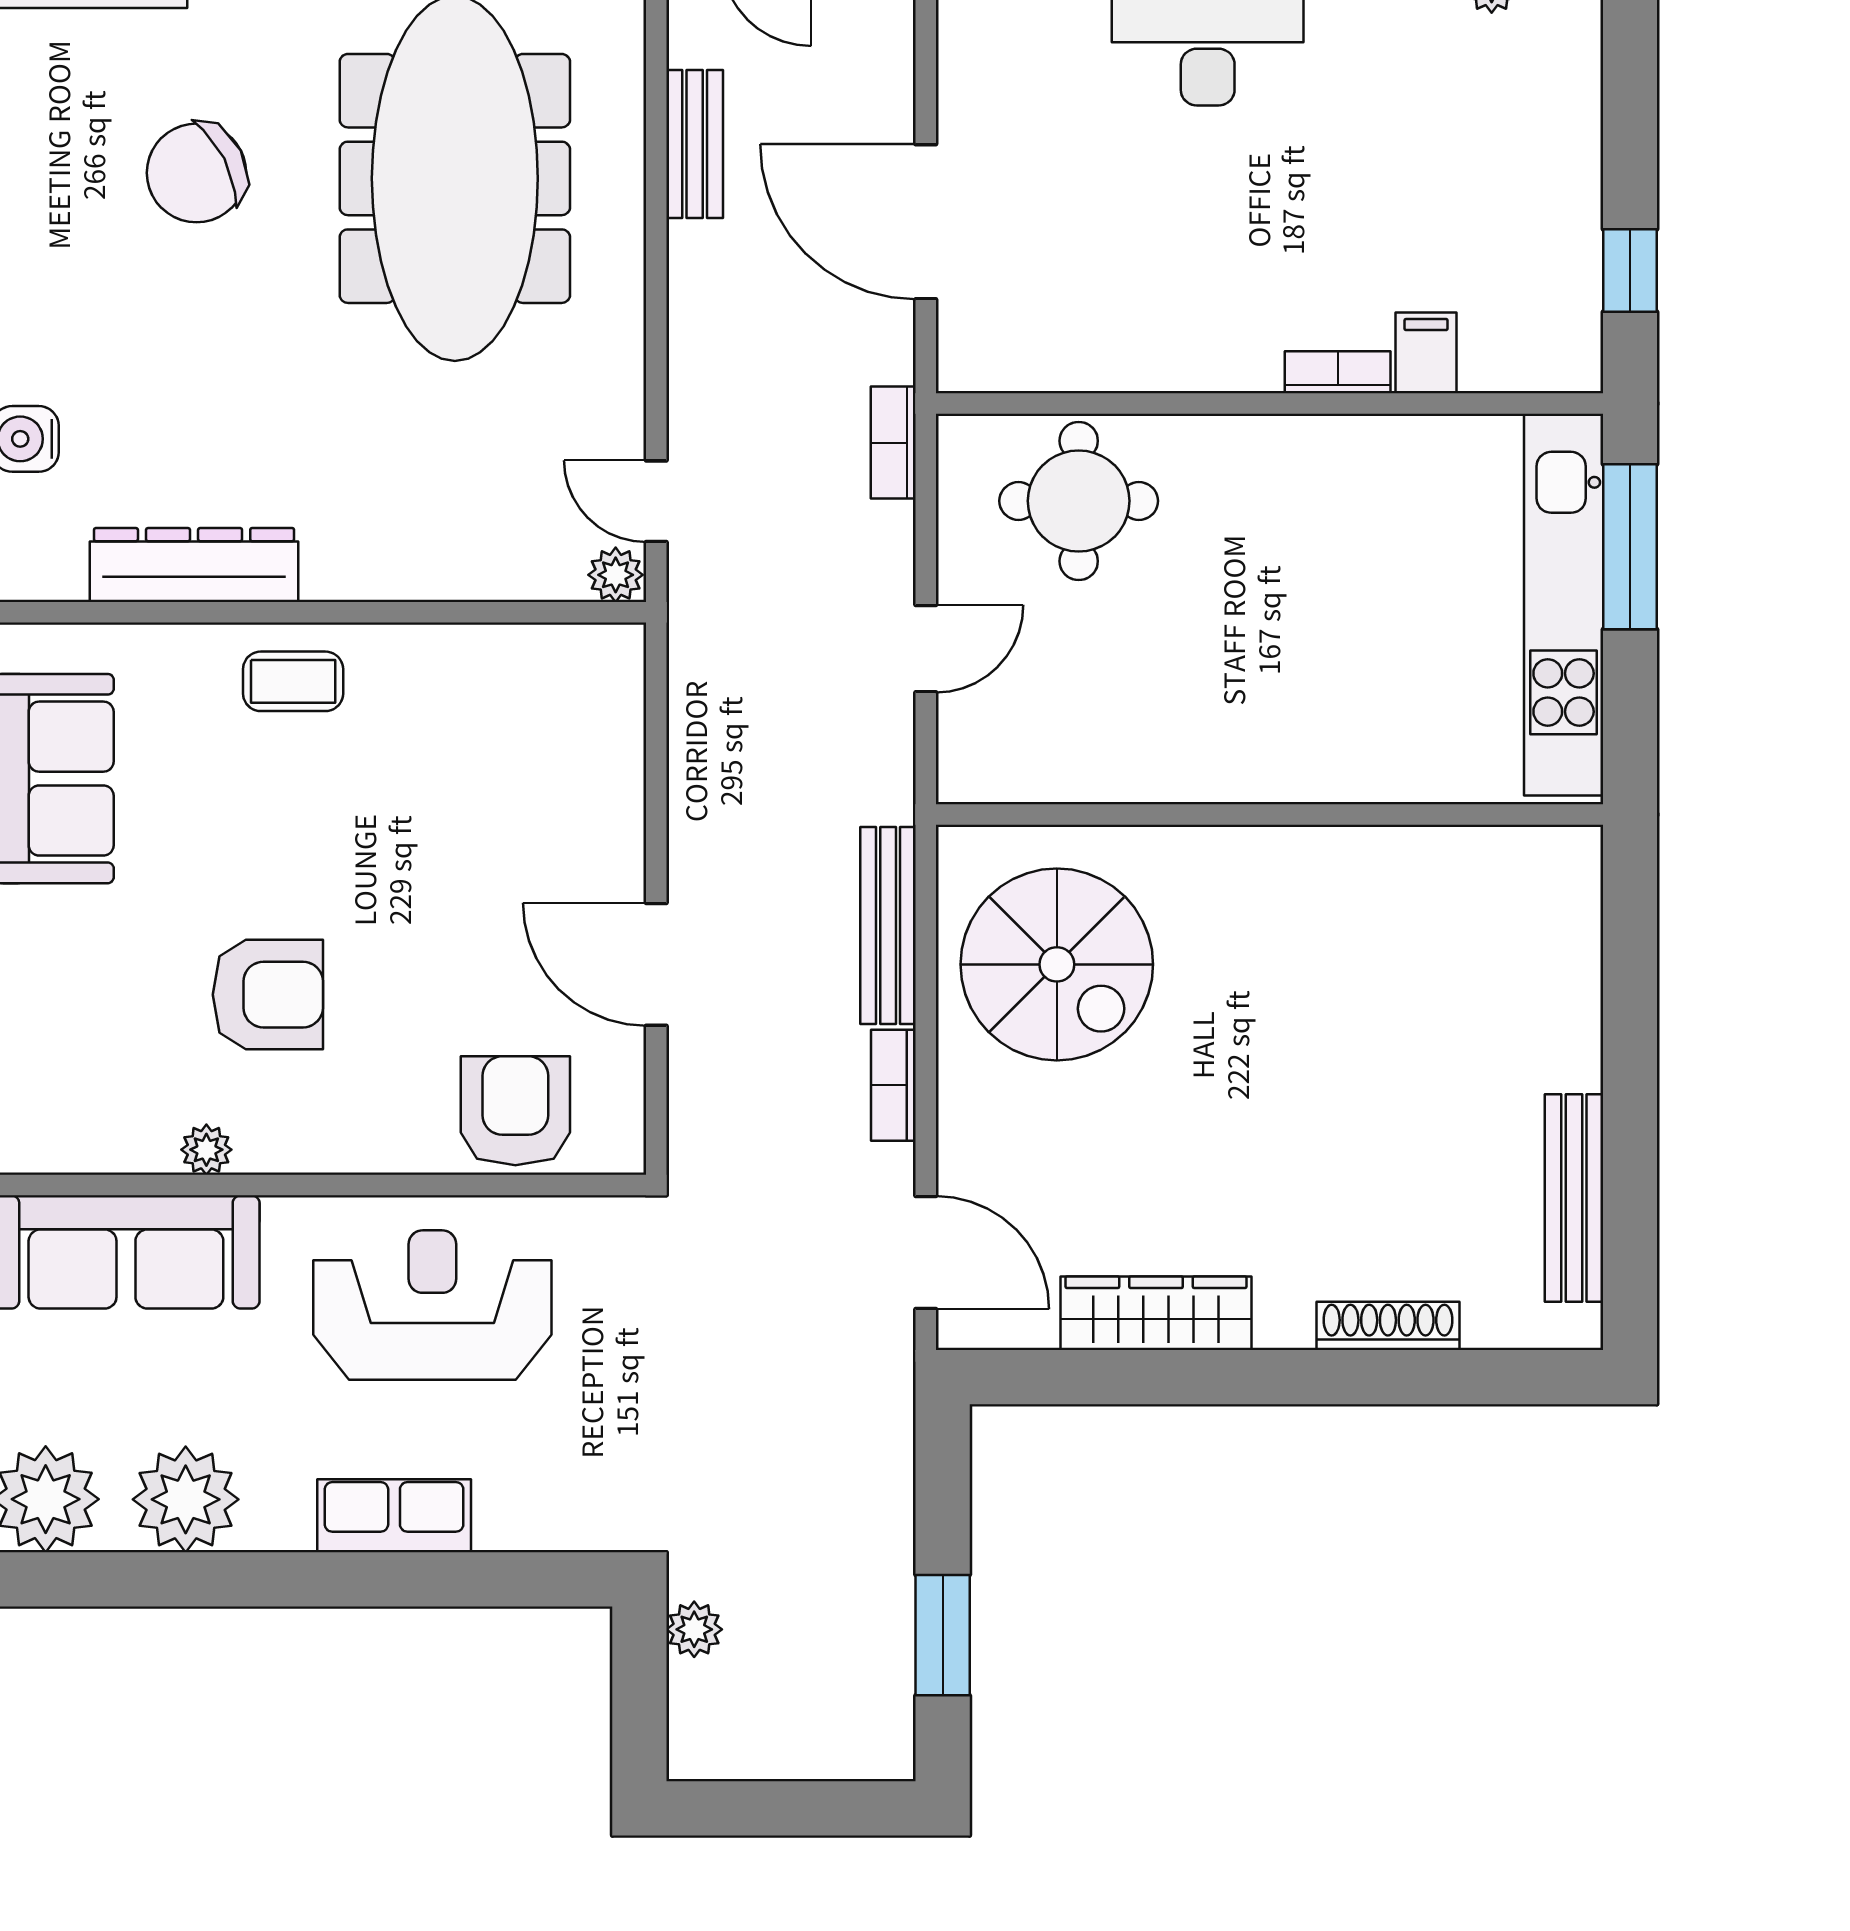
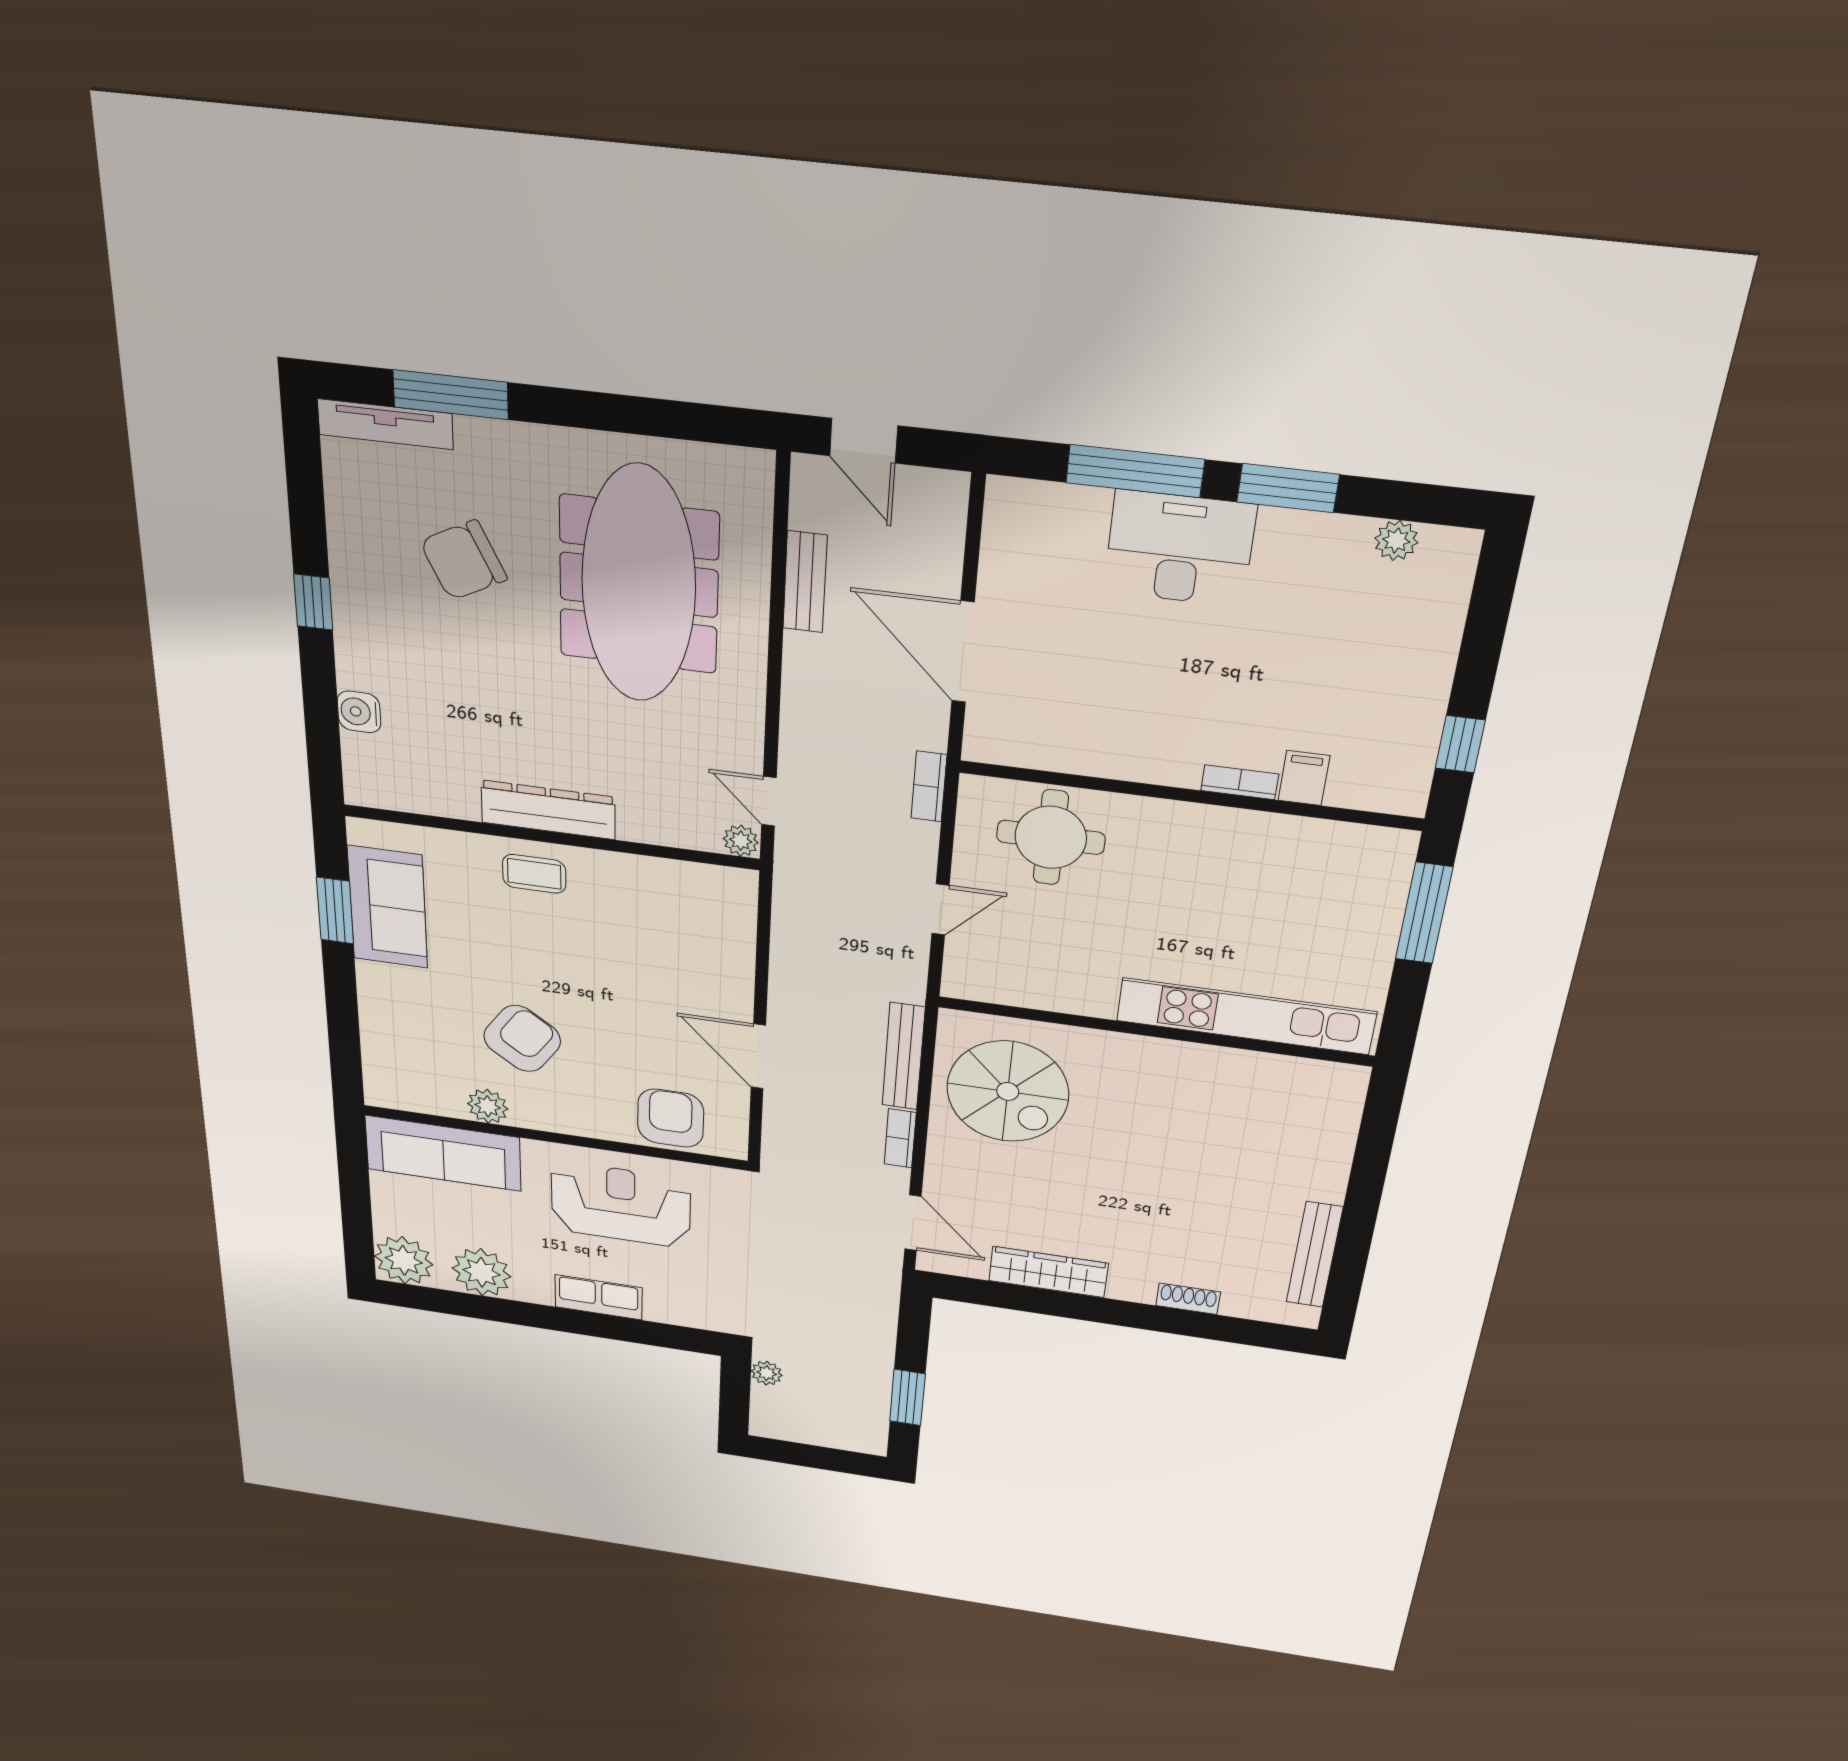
dresser: (194, 565) -> (548, 810), moved
kitchen unit: (1564, 605) -> (1246, 1016), moved, turned 90
armchair: (268, 995) -> (522, 1039), turned -55
plant: (206, 1150) -> (488, 1106), width x1.37, depth x1.37
shoe rack: (1388, 1326) -> (1188, 1299), width x0.70

